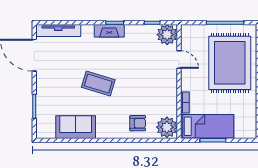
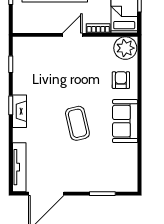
plant: (167, 35) -> (24, 48), removed
door: (179, 60) -> (72, 35), moved
coffee table: (98, 84) -> (77, 123), turned -30
sofa: (76, 127) -> (125, 121), moved

